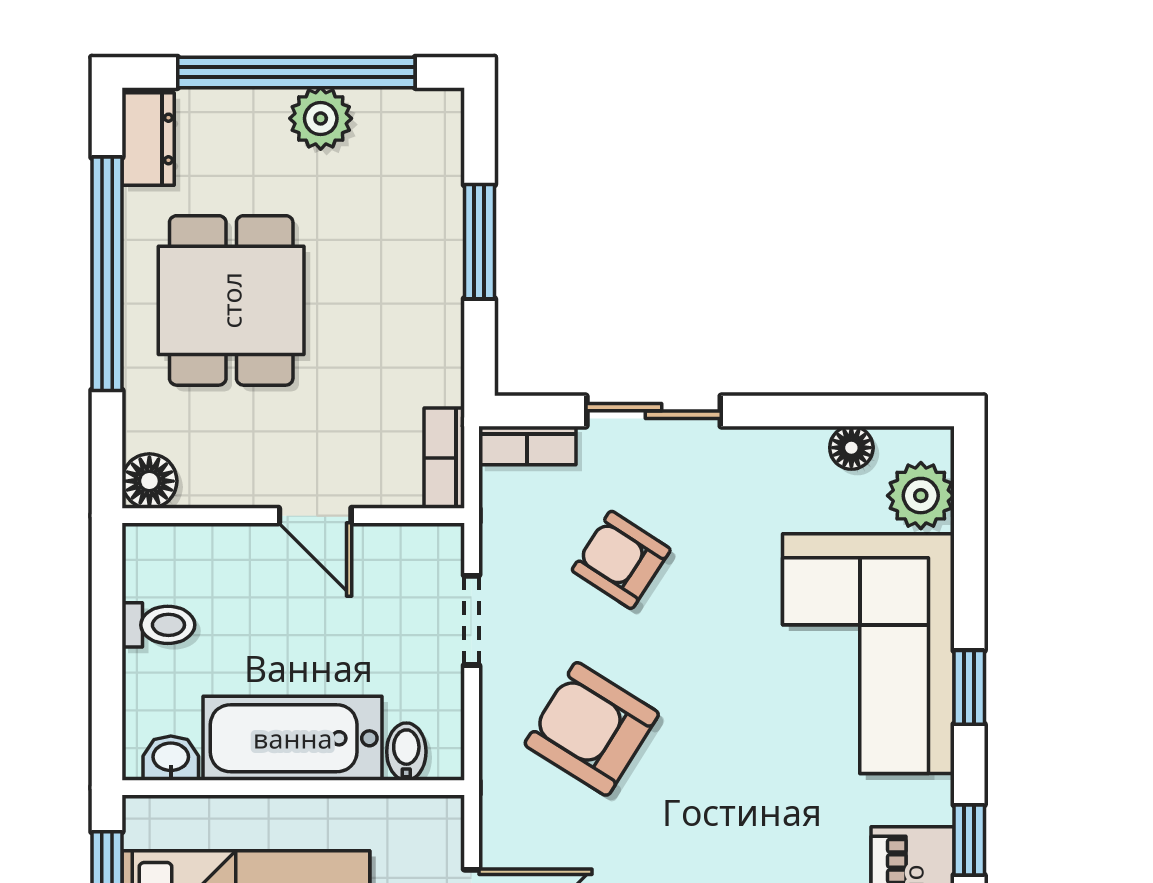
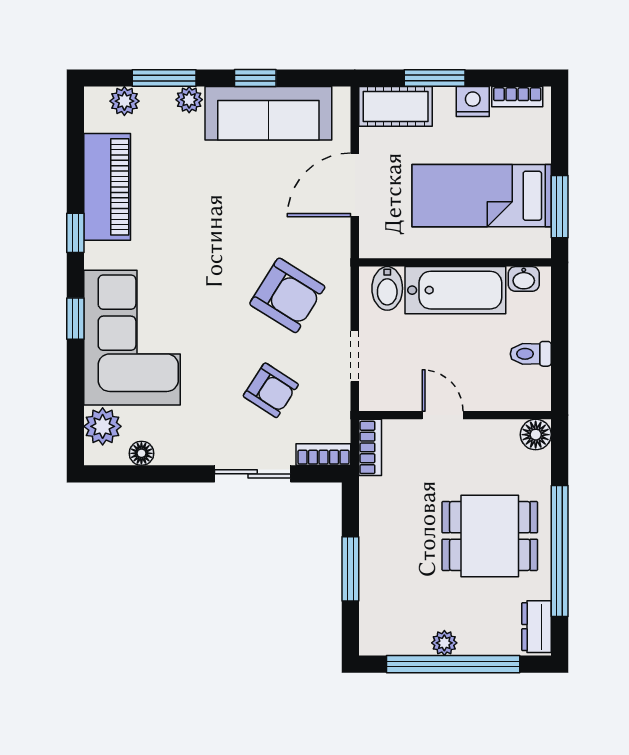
plant: (321, 118) -> (444, 643), width x0.73, depth x0.73
dining table: (231, 300) -> (490, 536), turned 90
bidet: (406, 752) -> (387, 288), width x1.38, depth x1.36

